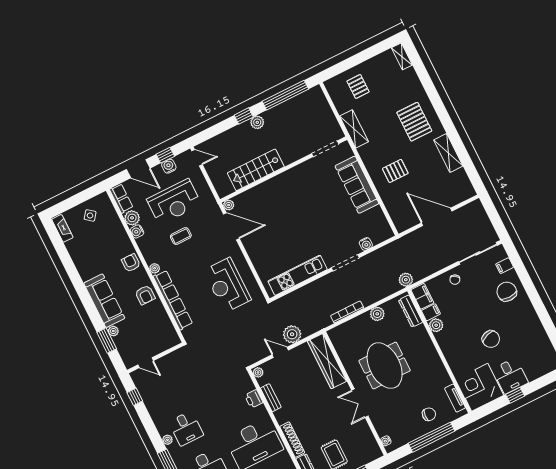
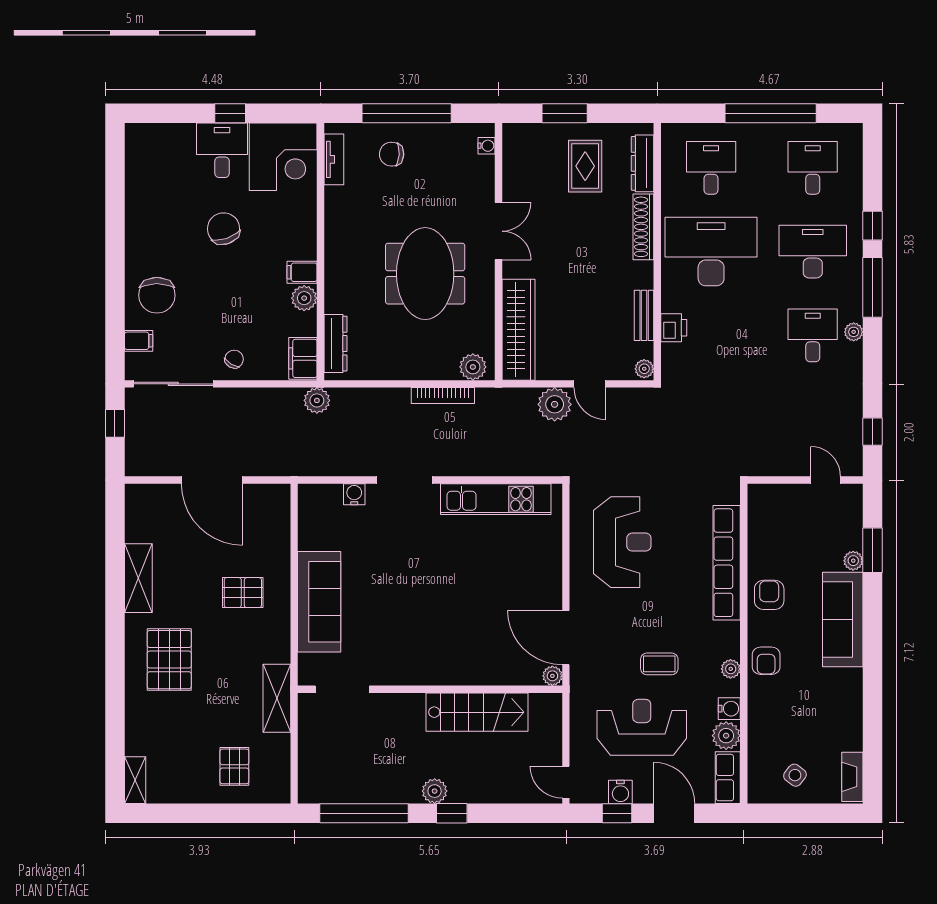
window: (496, 221) -> (115, 423), added
plant: (155, 268) -> (731, 669), moved
filing cabinet: (431, 312) -> (302, 272), moved
plant: (377, 314) -> (473, 367), moved

